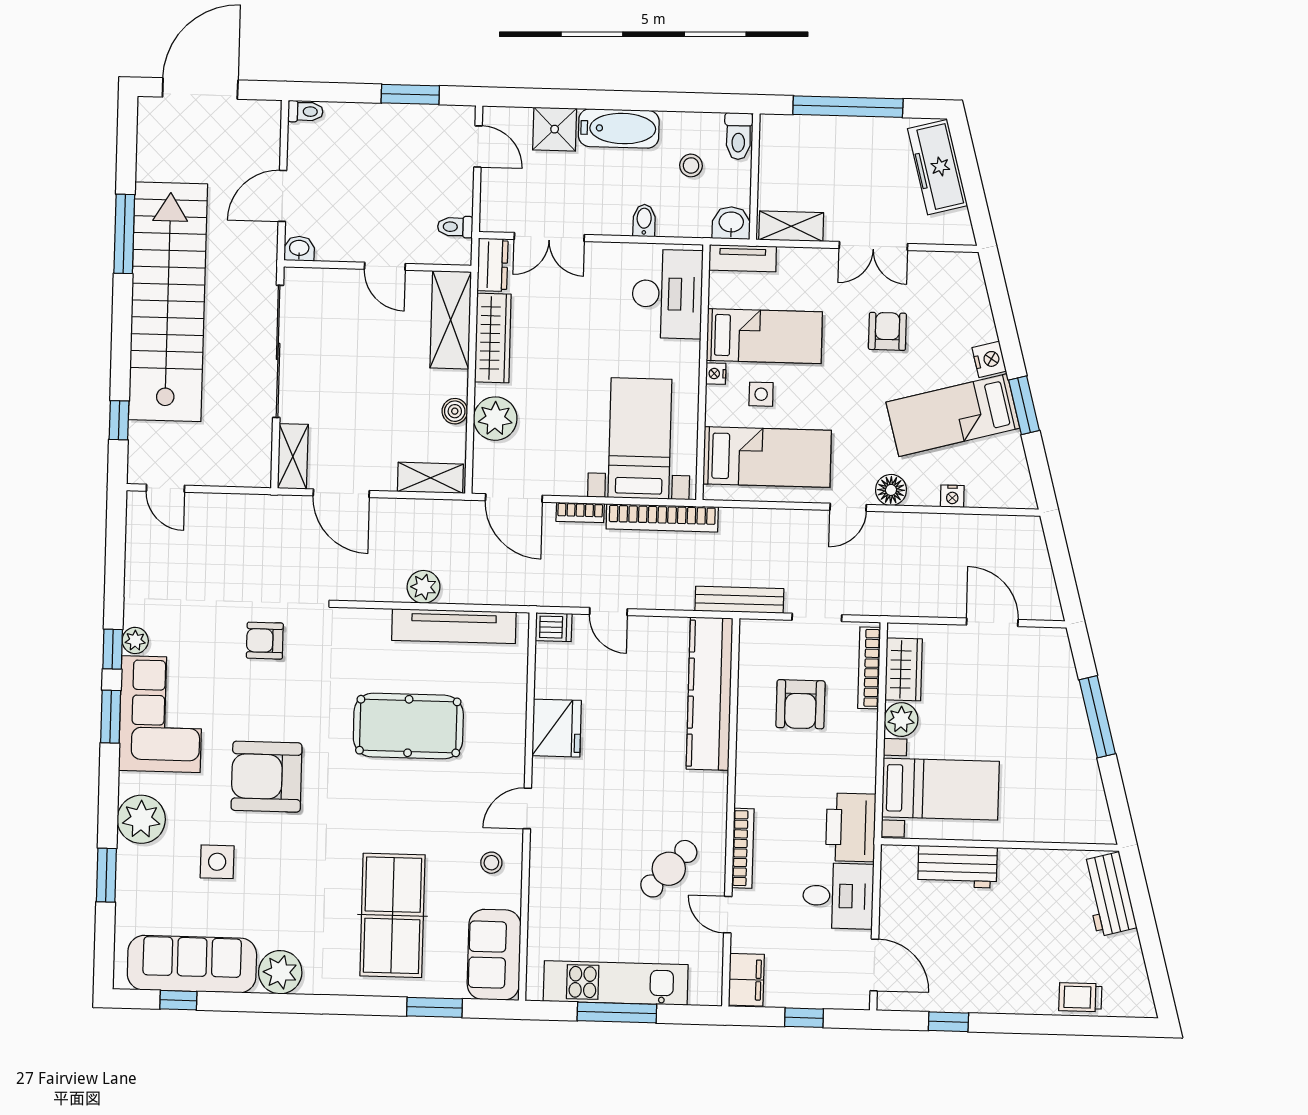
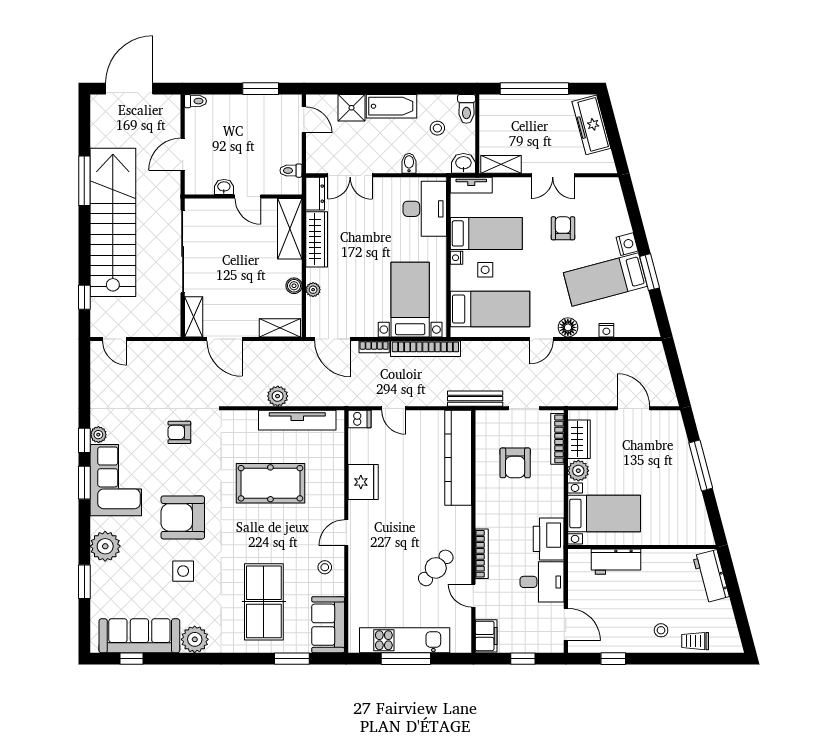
washbasin: (299, 249) -> (224, 187), moved
plant: (495, 419) -> (313, 290), width x0.53, depth x0.53
side table: (217, 862) -> (183, 571), moved
stool: (1026, 978) -> (661, 630), added

